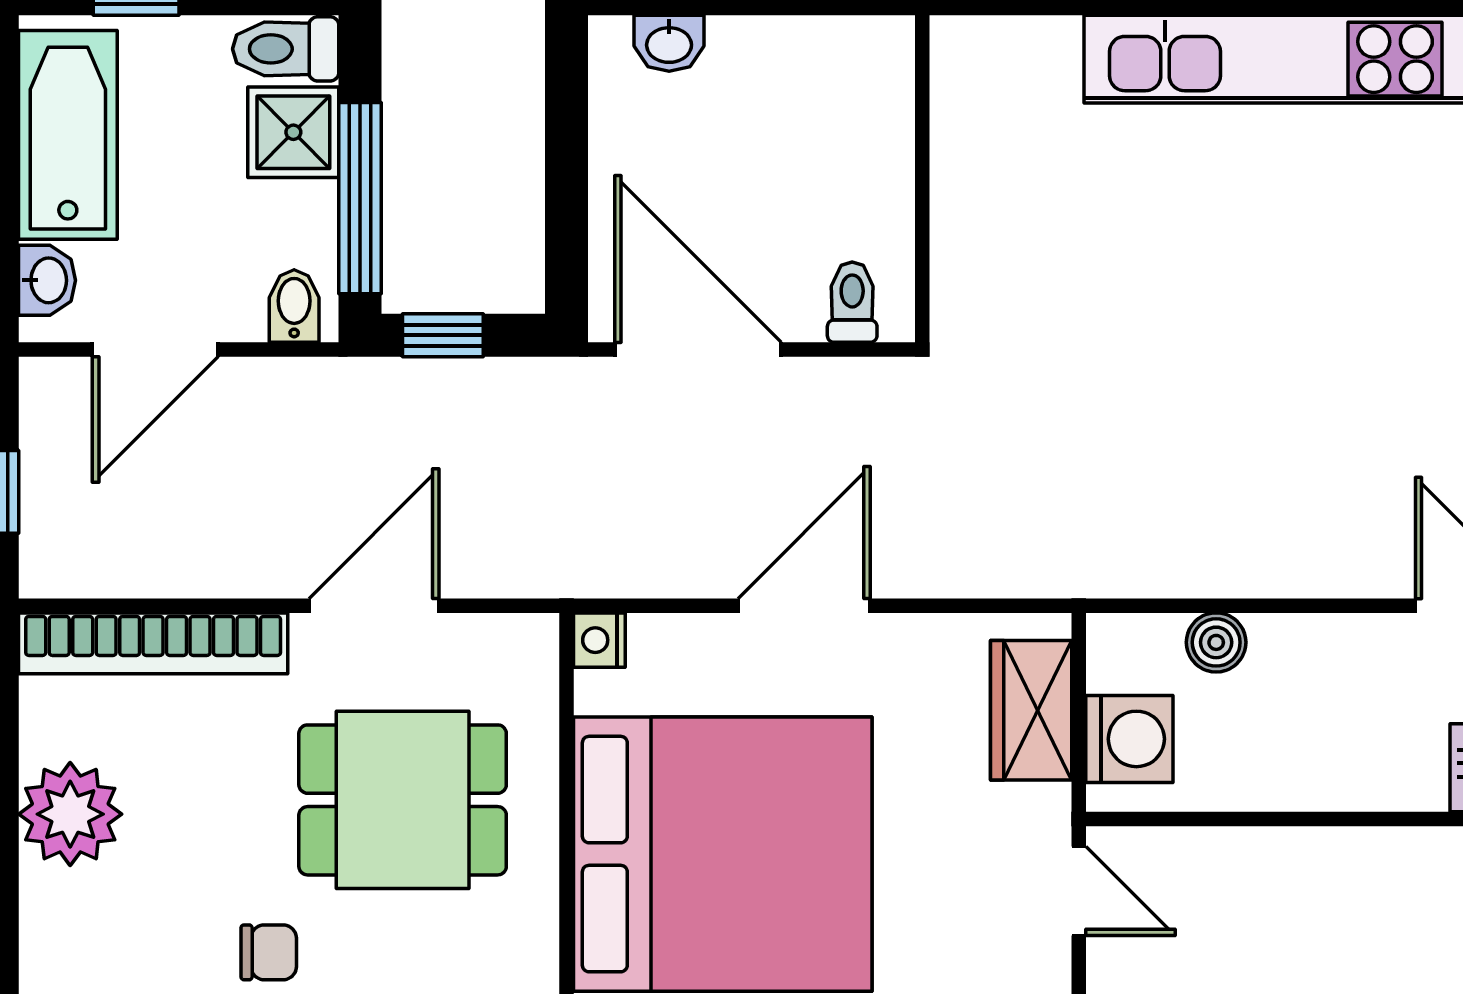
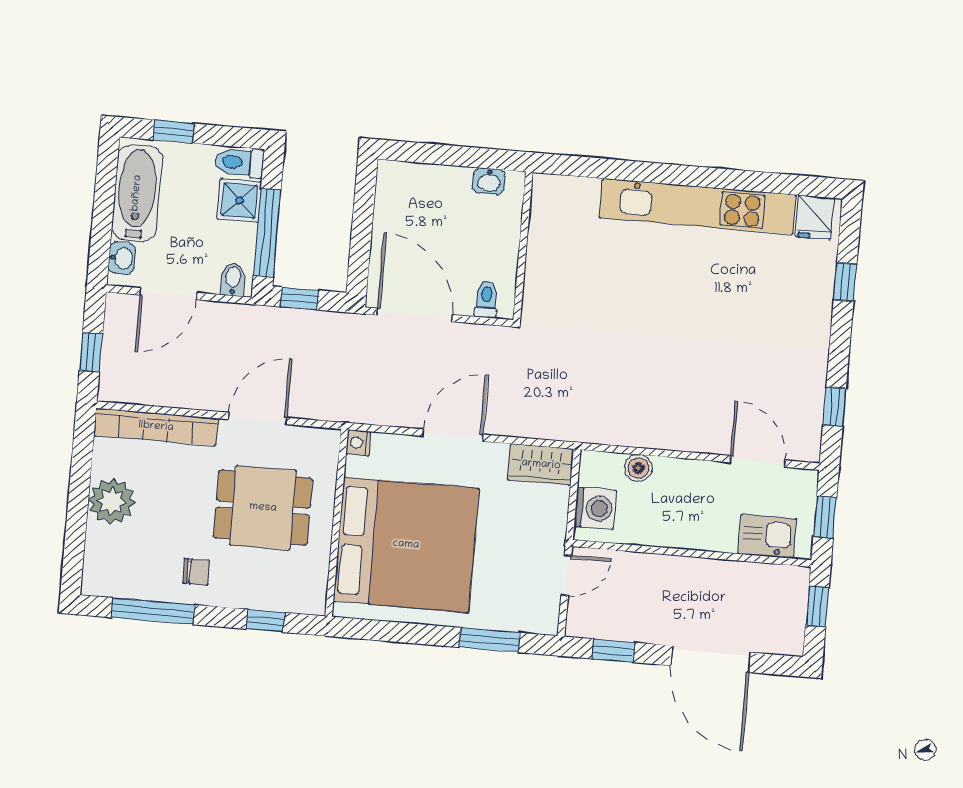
washbasin: (669, 43) -> (489, 181), moved
wardrobe: (1031, 710) -> (541, 465), moved, turned -90
door: (1079, 891) -> (566, 575), hinge flipped

